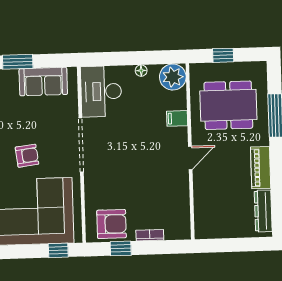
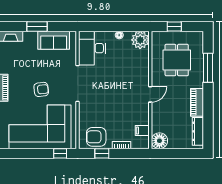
dining table: (228, 105) -> (177, 60), width x0.73
filing cabinet: (177, 118) -> (142, 131), moved
armchair: (112, 224) -> (96, 137), turned 180
floor lamp: (206, 227) -> (159, 141), added

